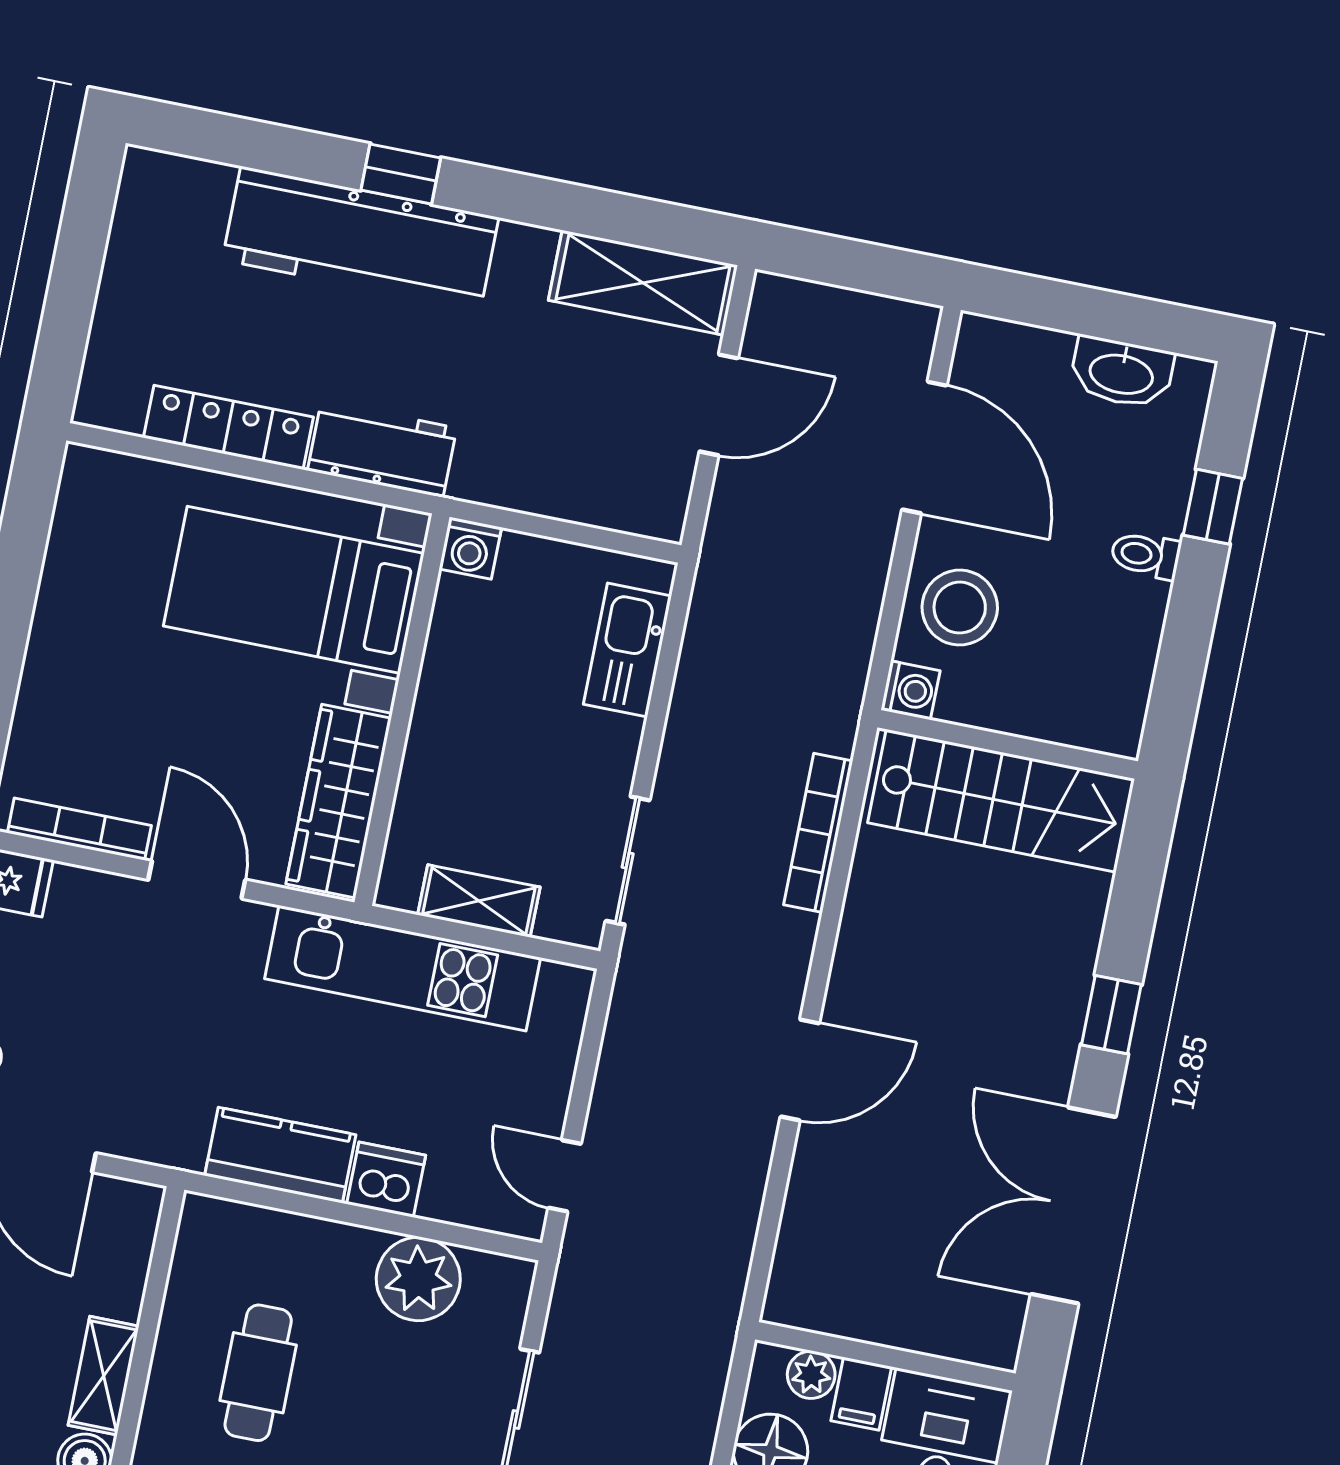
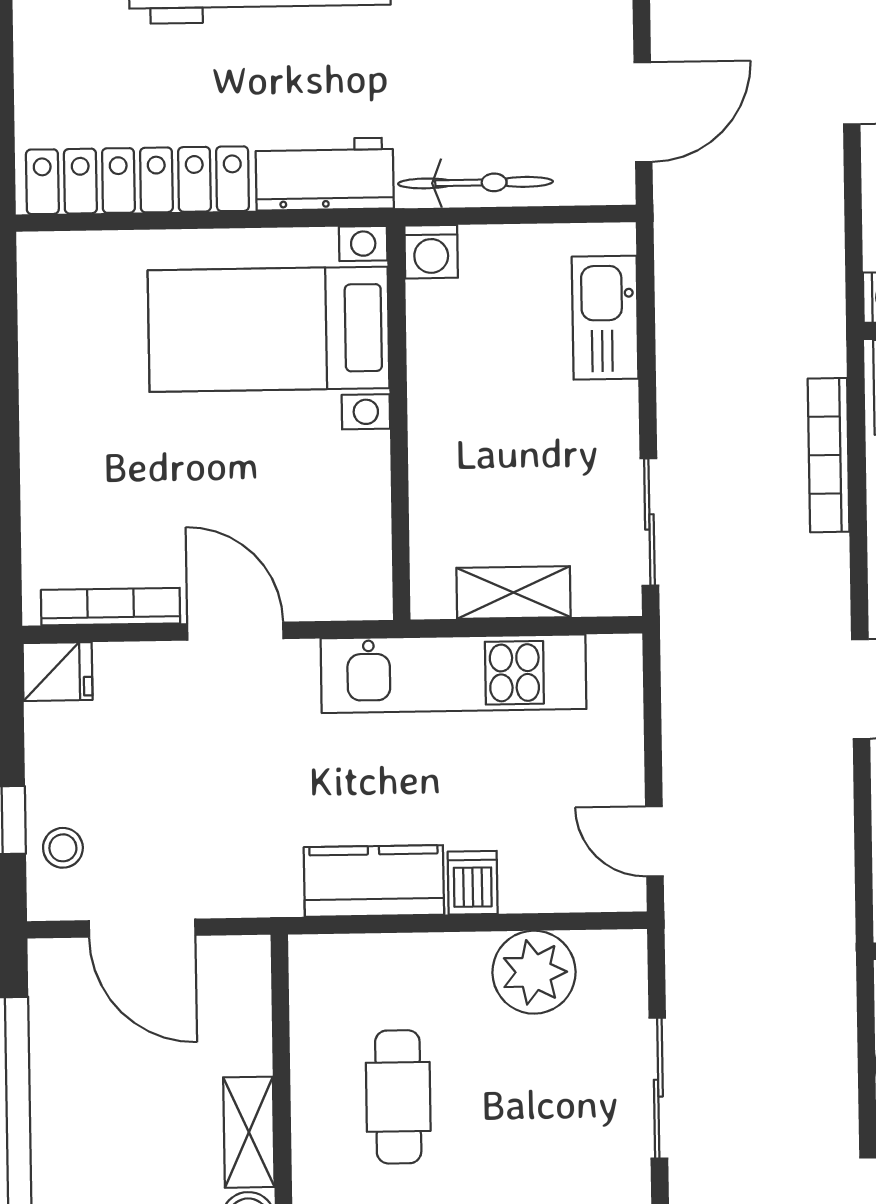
door: (719, 405) -> (643, 112), moved
locker: (228, 427) -> (137, 180), width x1.41, depth x1.21
bicycle: (529, 490) -> (475, 183), added
wardrobe: (339, 801) -> (356, 525), removed
dishwasher: (386, 1180) -> (473, 883), width x0.73

